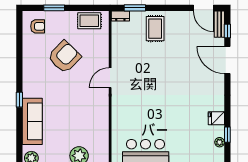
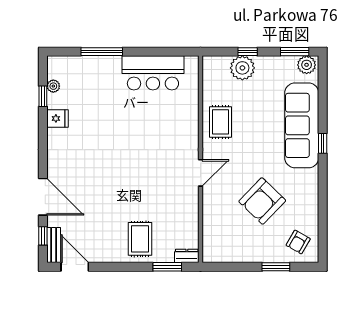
rug: (89, 21) -> (221, 122), moved, turned 90
armchair: (38, 26) -> (298, 242), turned -60
sofa: (32, 121) -> (302, 125), width x1.36, depth x1.27

